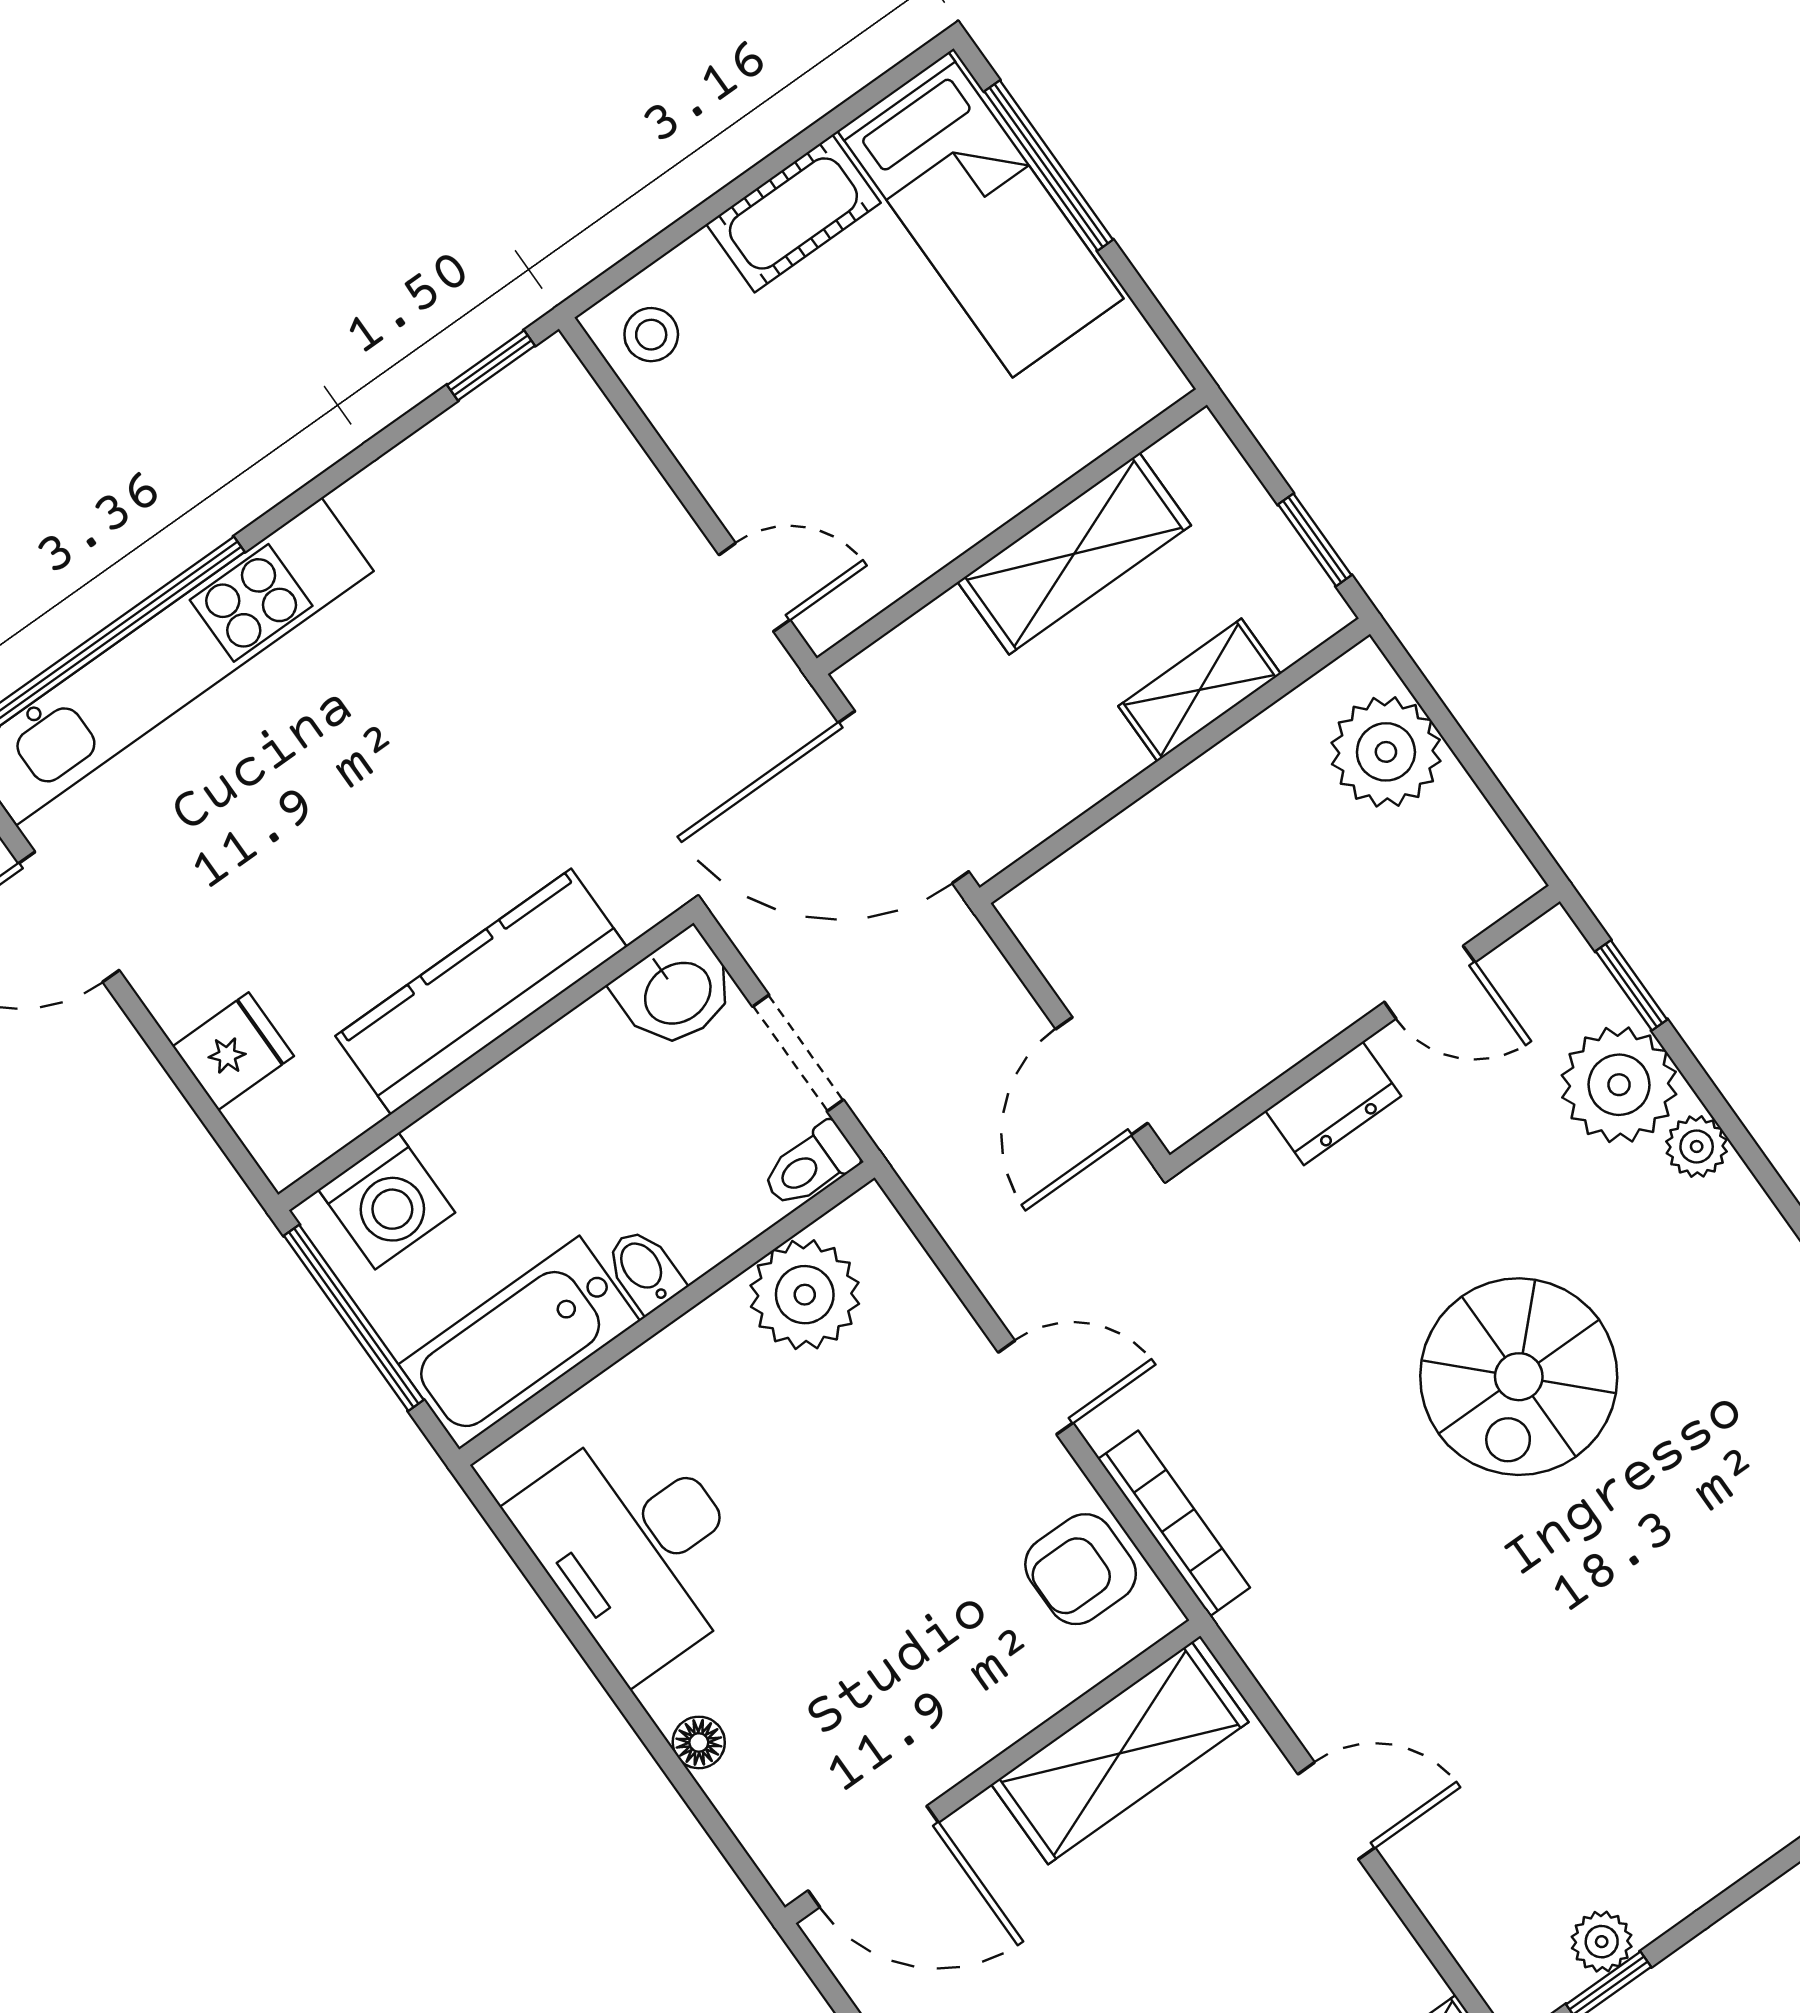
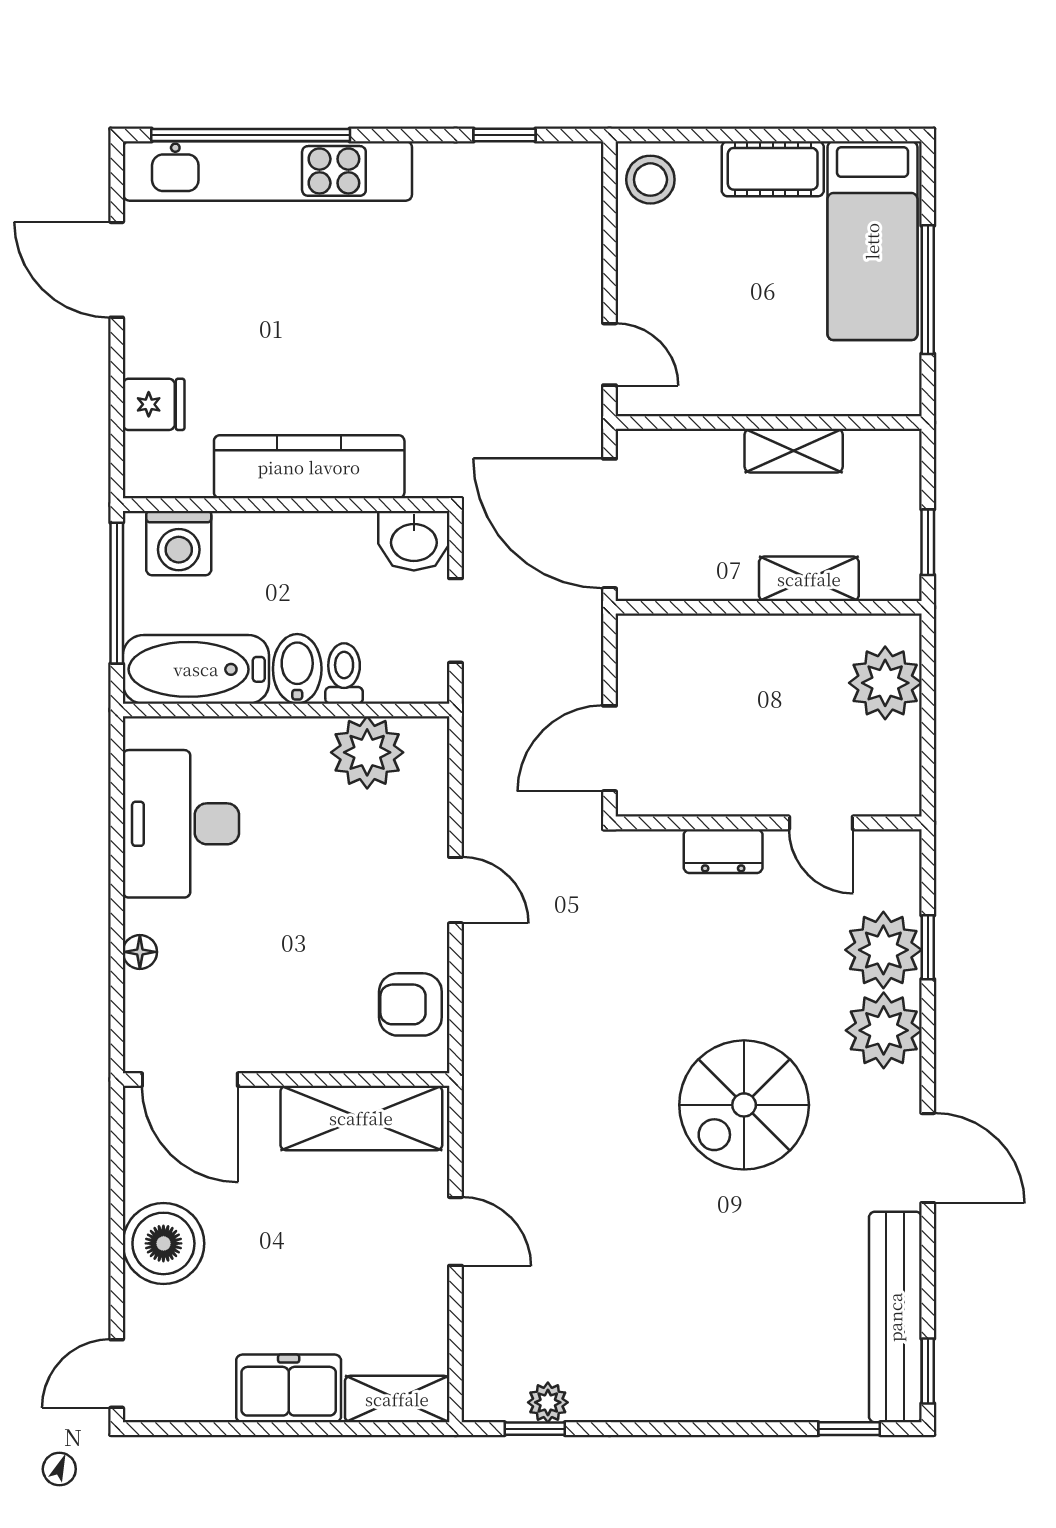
window: (1049, 165) -> (928, 290), moved
stool: (651, 335) -> (650, 180), width x1.37, depth x1.37
window: (491, 365) -> (504, 135), moved
shelving: (1074, 554) -> (794, 451), width x0.67, depth x0.75
window: (1631, 985) -> (928, 947), moved
plant: (1697, 1146) -> (884, 1030), width x1.88, depth x1.88
toilet: (810, 1166) -> (344, 674), moved, turned 90
bidet: (644, 1270) -> (297, 669), width x1.38, depth x1.36
spiral stairs: (1519, 1377) -> (744, 1105), moved
bookcase: (1174, 1523) -> (478, 1016), removed

